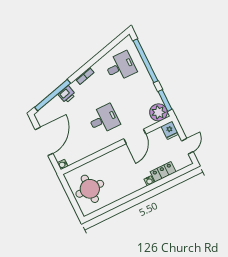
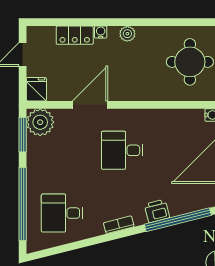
plant: (133, 187) -> (127, 34), added

